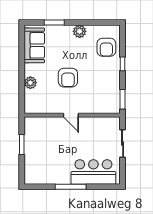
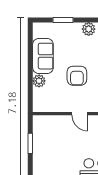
sofa: (34, 45) -> (43, 56), moved

